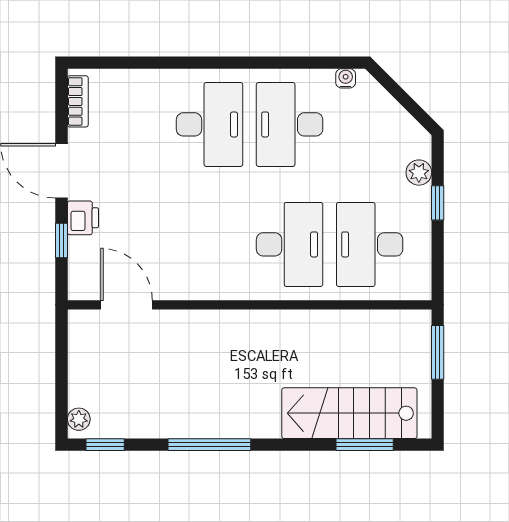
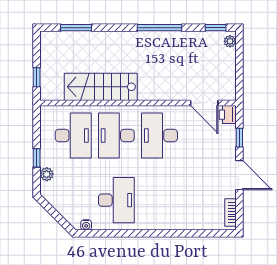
desk: (210, 124) -> (159, 135), moved
printer: (83, 218) -> (228, 115), moved
window: (438, 352) -> (37, 77), width x0.67
stairs: (349, 413) -> (101, 87), moved, turned 180

